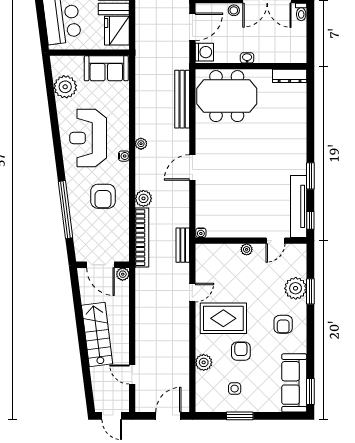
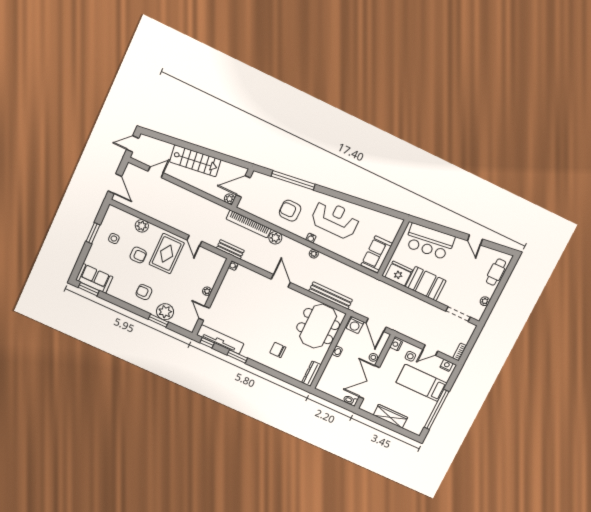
plant: (65, 87) -> (378, 220), removed
chair: (279, 131) -> (278, 350), added
sofa: (294, 383) -> (94, 278), width x0.73

